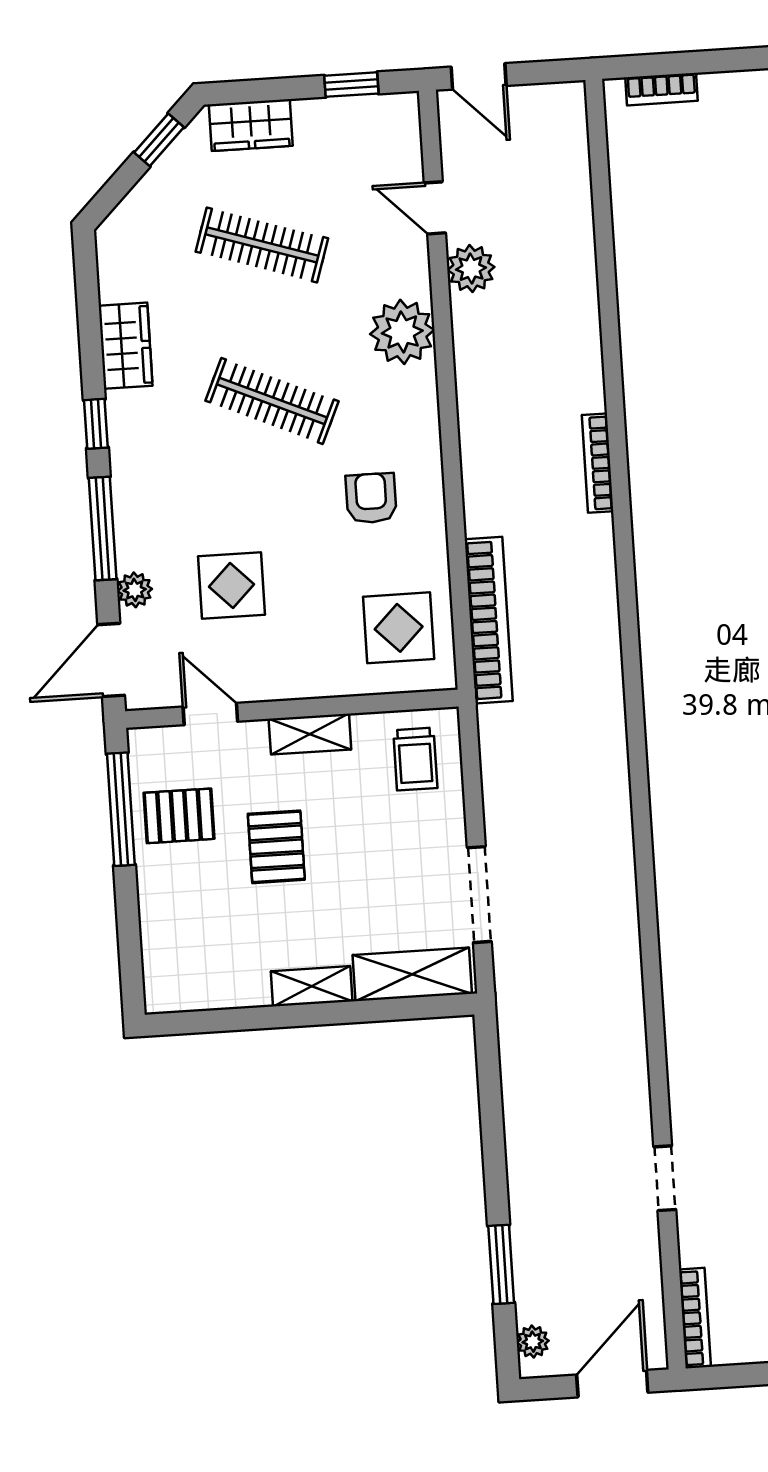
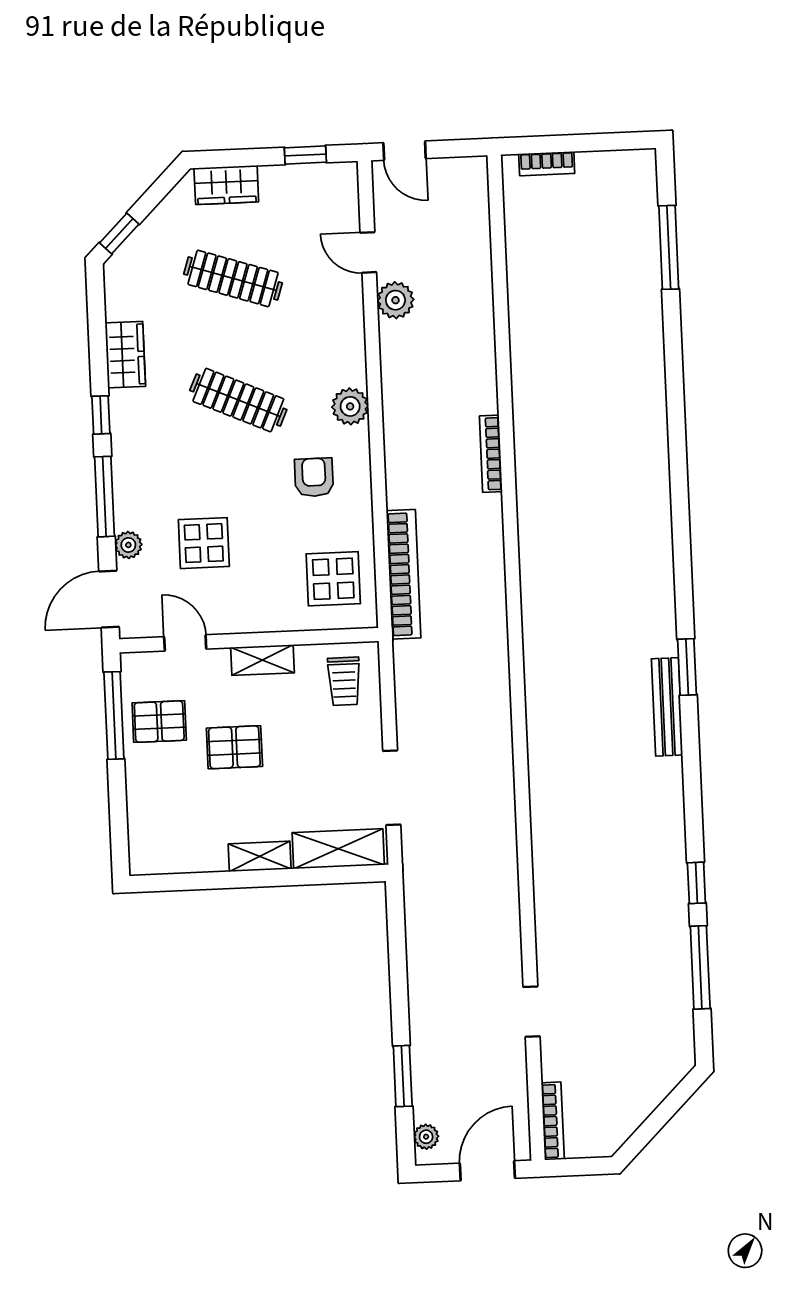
window: (159, 140) -> (119, 234), moved
plant: (402, 332) -> (350, 406), moved, width x0.73, depth x0.73
pallet: (276, 847) -> (234, 747), turned 90

